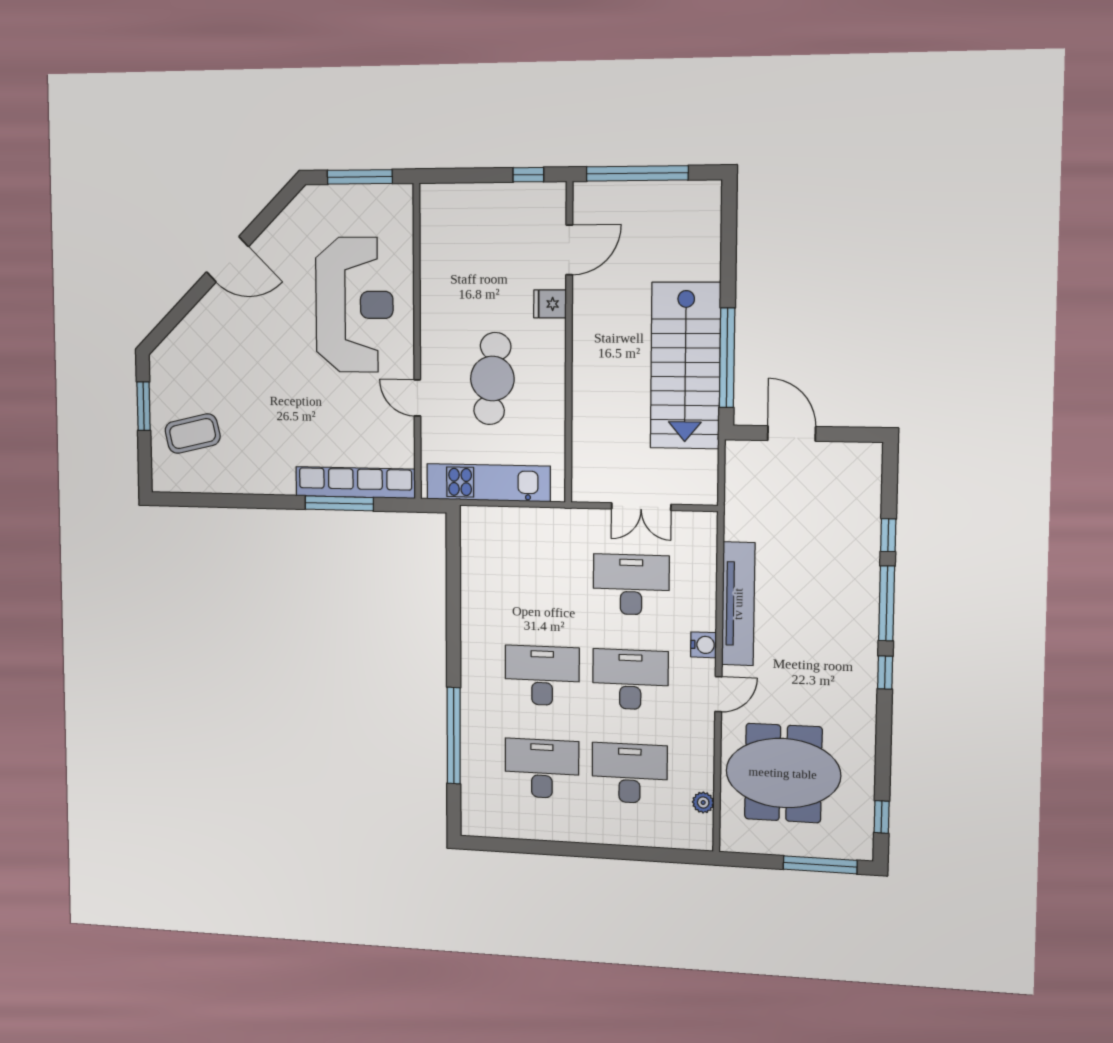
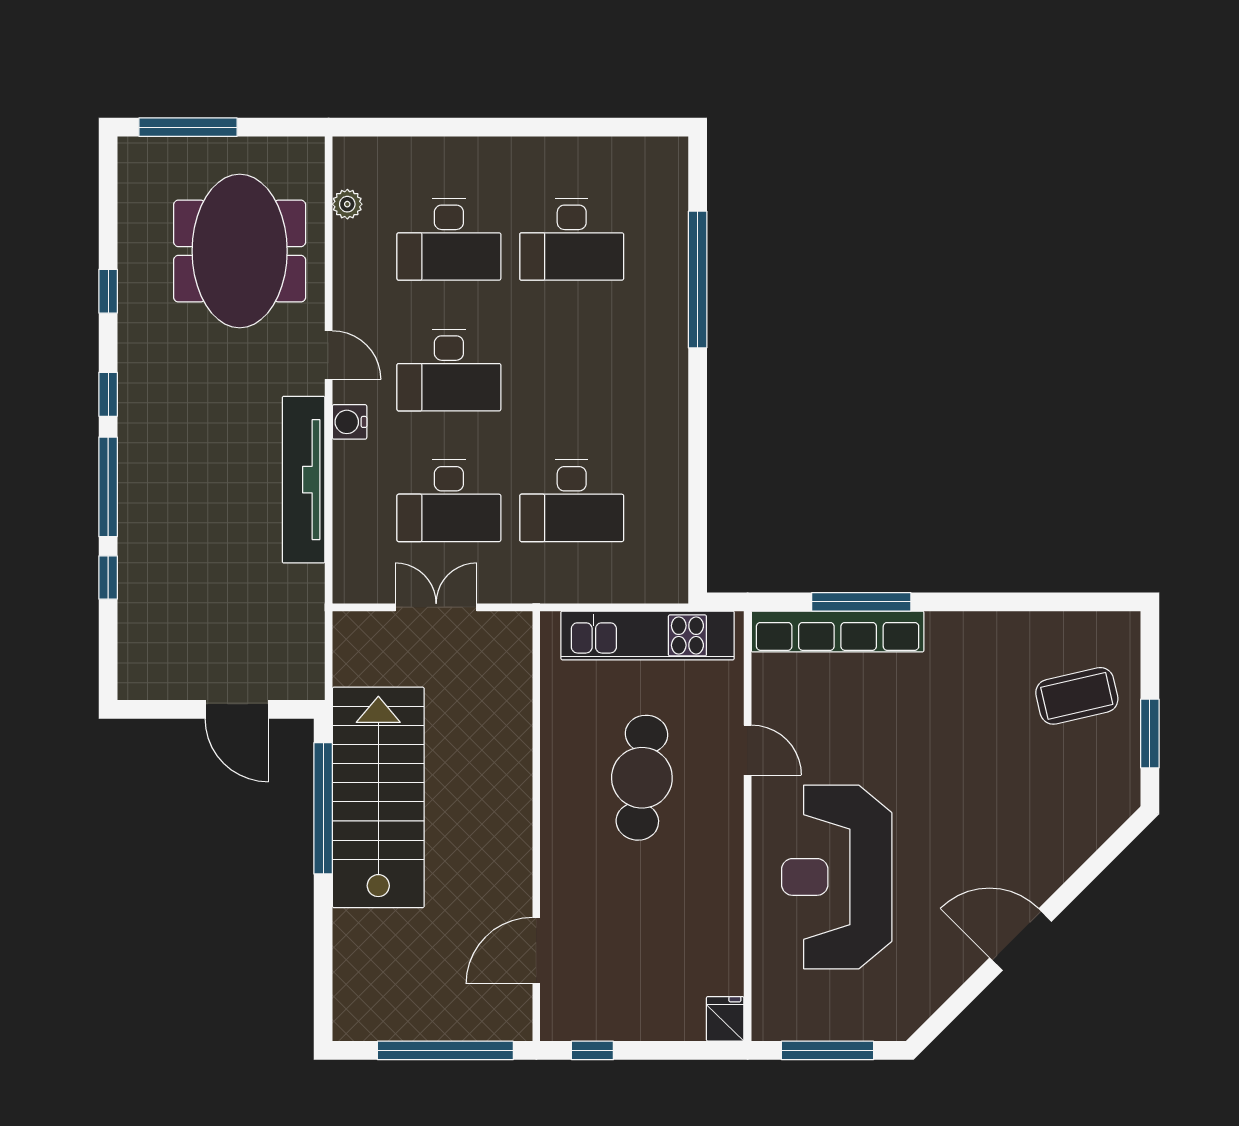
fridge: (550, 304) -> (725, 1019), moved, turned -90
desk: (542, 676) -> (572, 501), moved
door: (718, 694) -> (329, 355), swing flipped
meeting table: (783, 773) -> (240, 251), turned 90
window: (882, 817) -> (108, 291), moved

